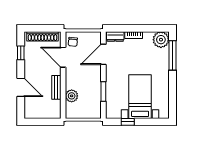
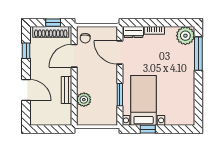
window: (45, 28) -> (53, 23), added
door: (103, 54) -> (120, 53), hinge flipped
door: (63, 57) -> (74, 56), hinge flipped
bed with nightstands: (140, 97) -> (144, 100), moved

